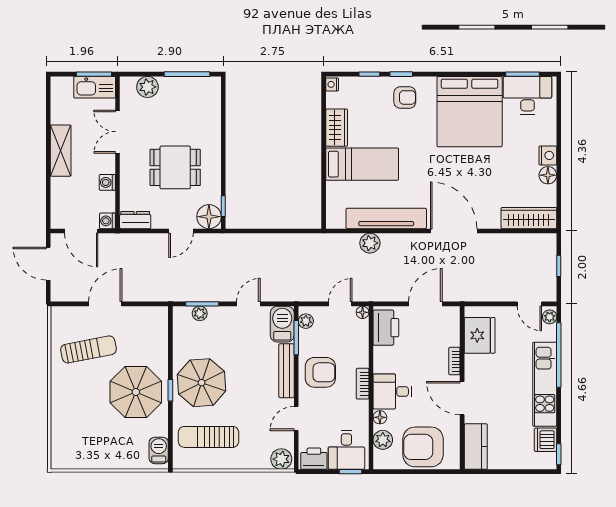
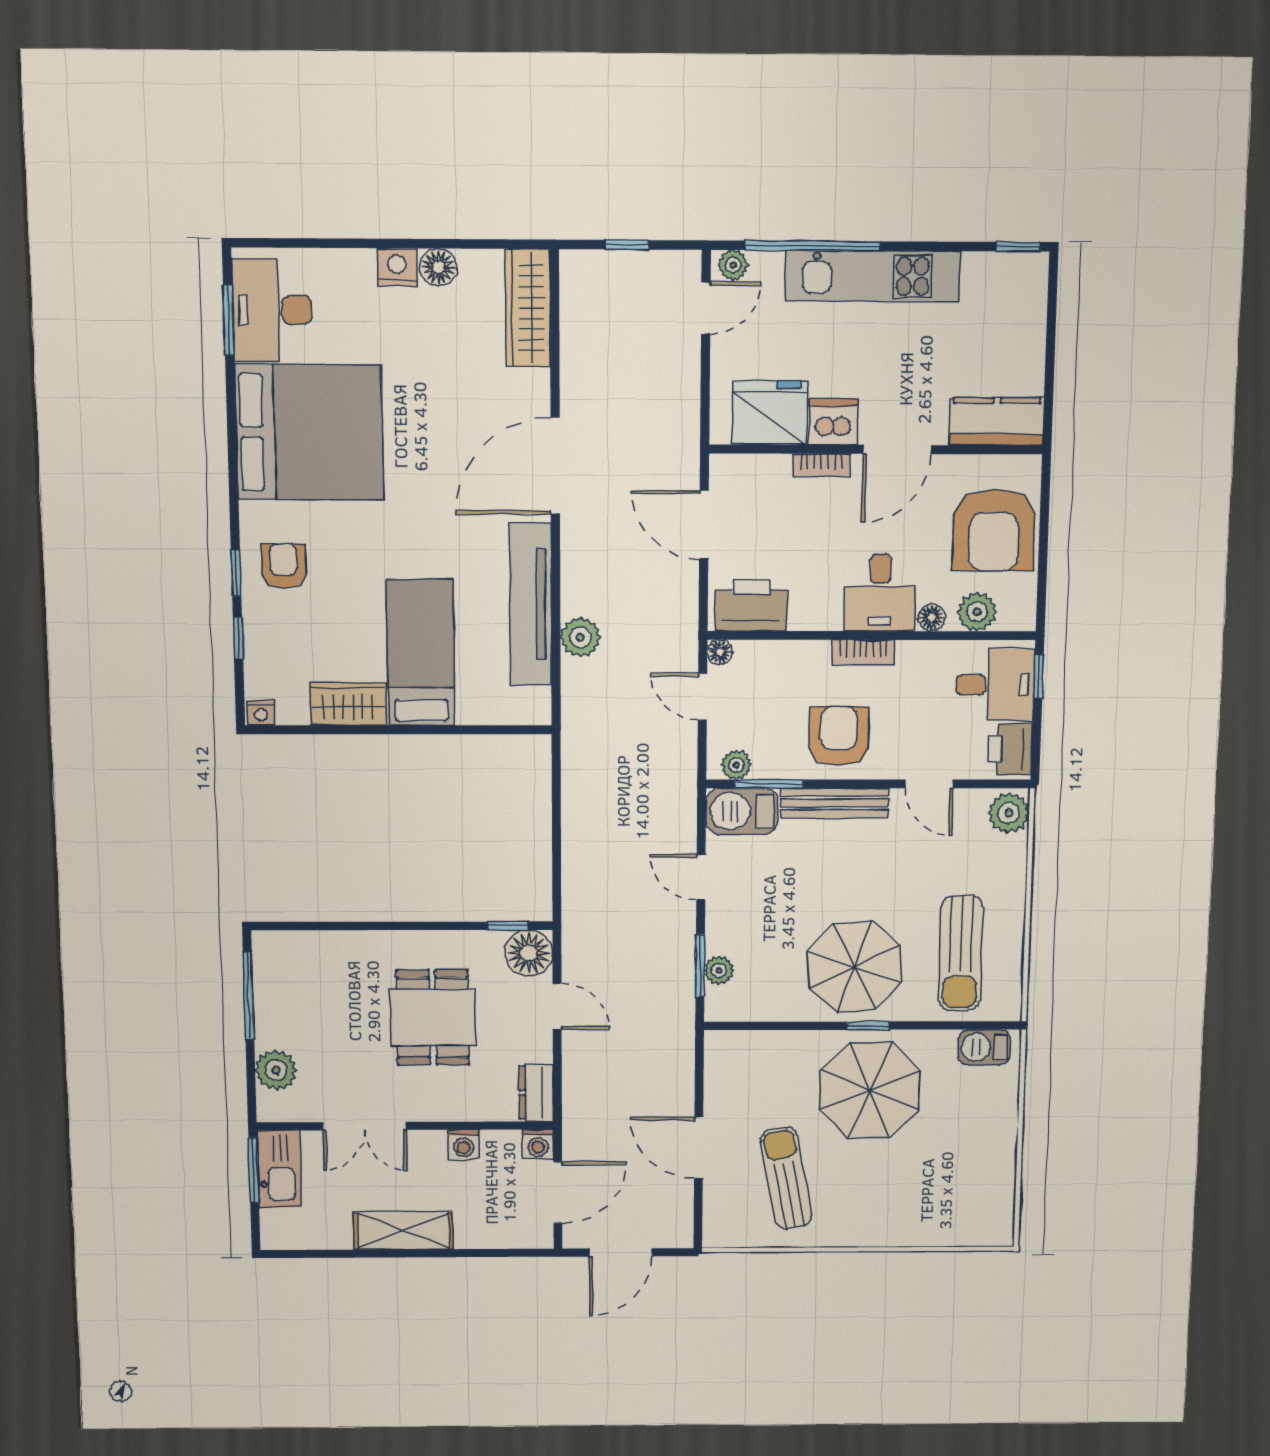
dishwasher: (546, 440) -> (834, 422), moved, turned 180

